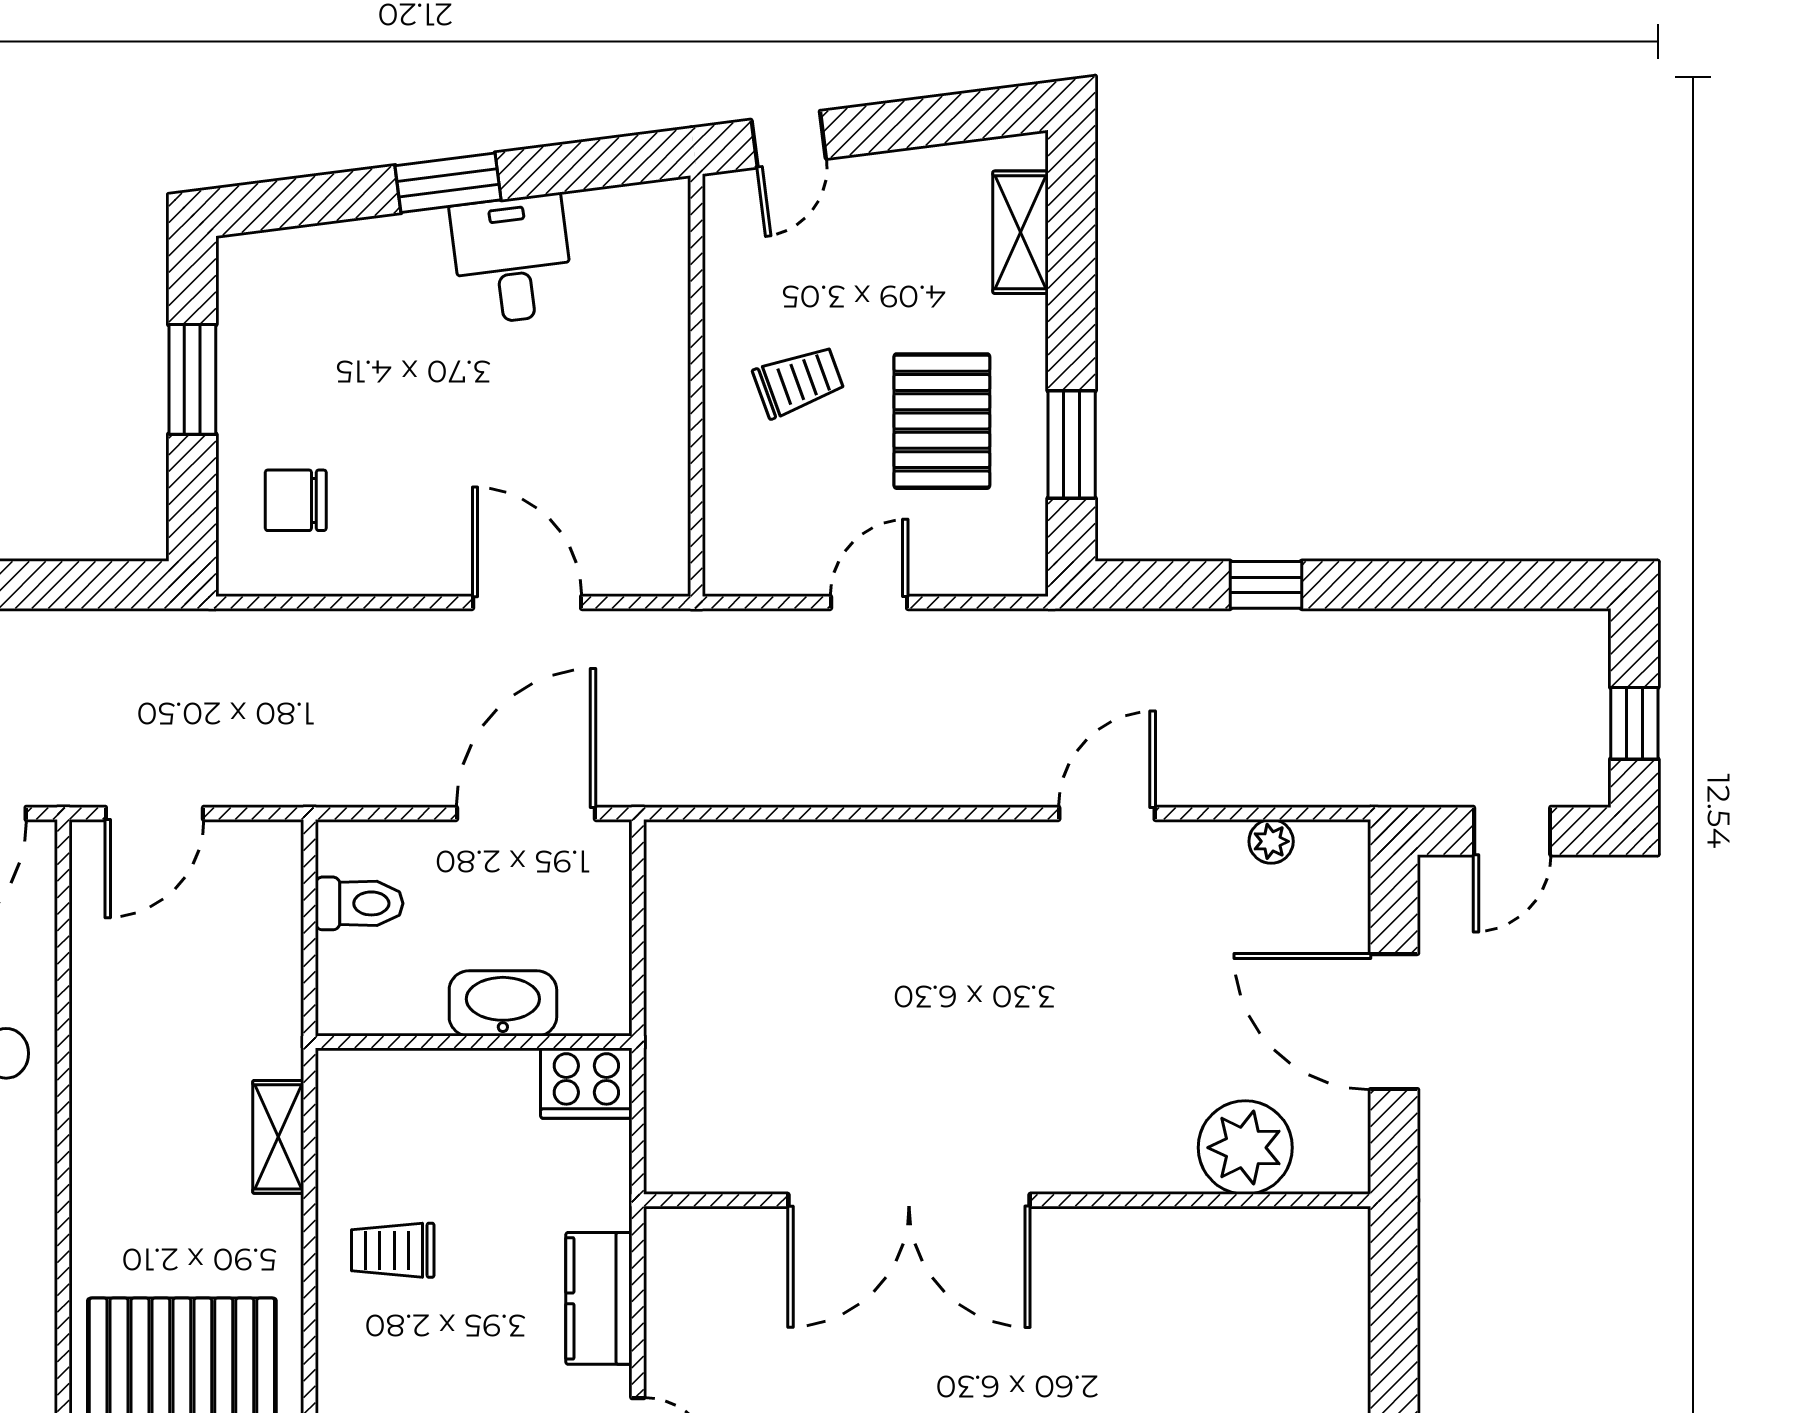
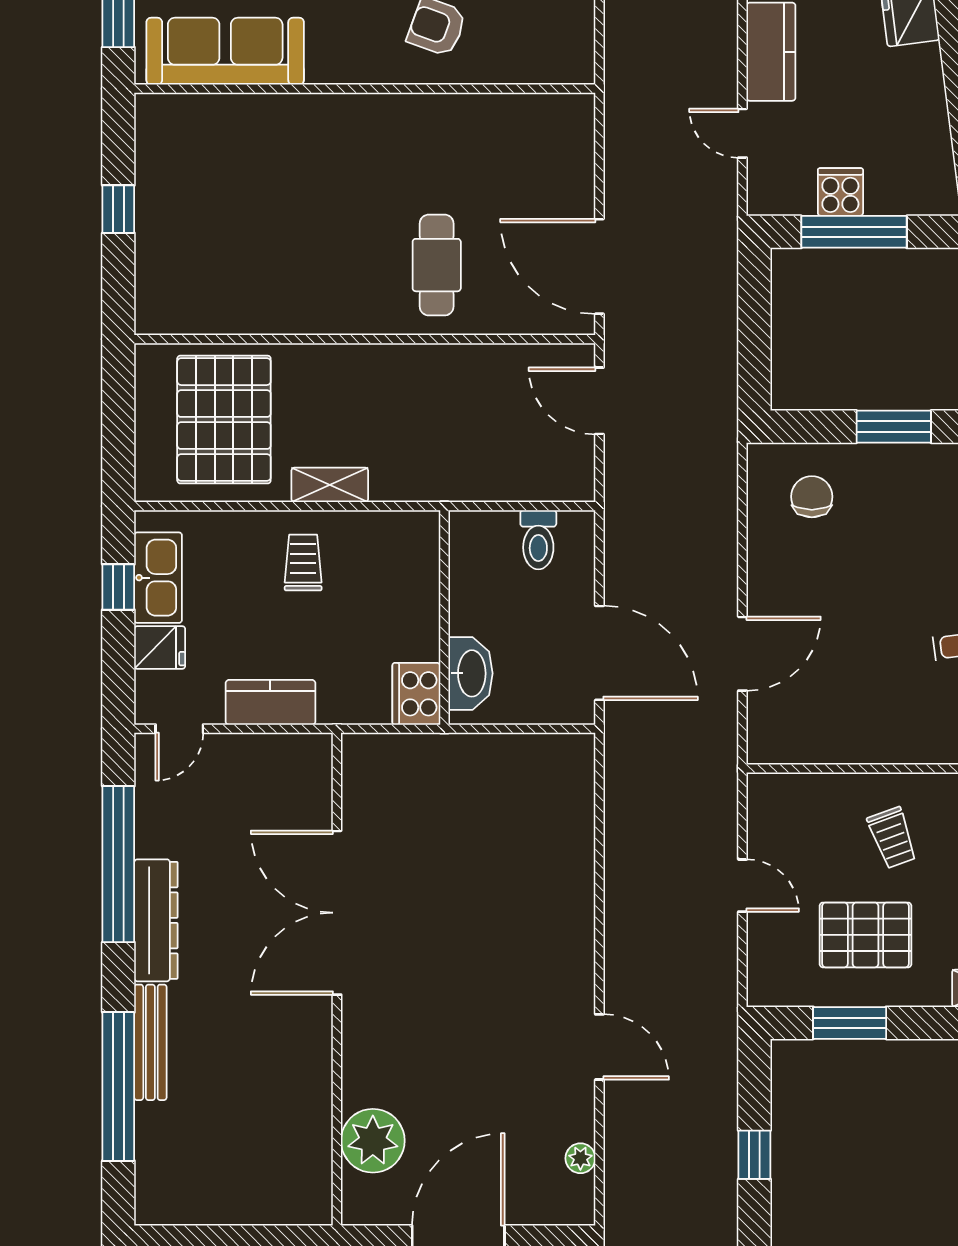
washbasin: (503, 1003) -> (471, 673), moved
shelving: (278, 1137) -> (330, 485), moved

